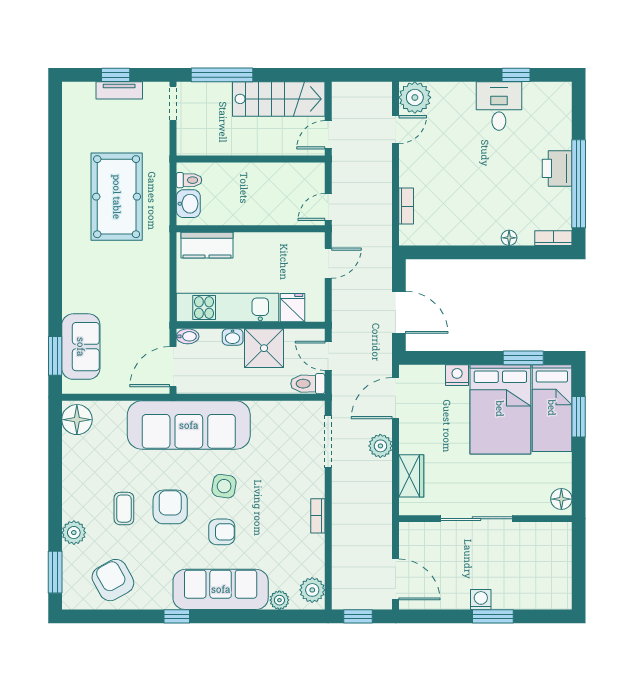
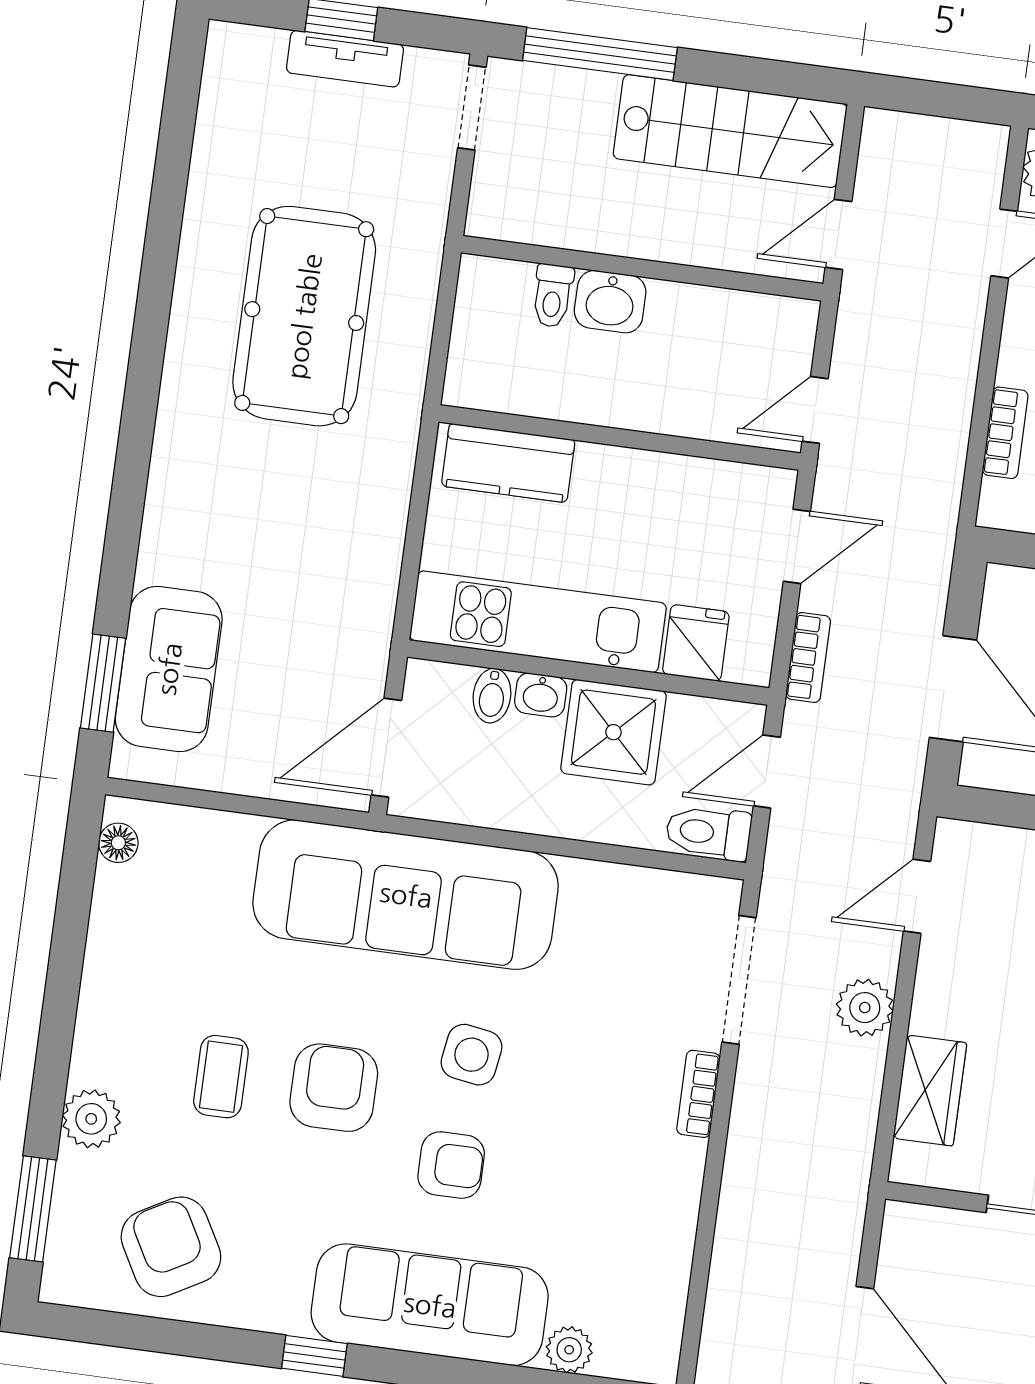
toilet: (189, 180) -> (553, 296), moved, turned 90
washbasin: (188, 204) -> (610, 302), moved, turned 90
bookcase: (339, 307) -> (808, 657), added
bidet: (188, 336) -> (492, 696), moved, turned 90
door: (328, 356) -> (767, 772), hinge flipped
door: (396, 398) -> (917, 896), width x0.73
floor lamp: (77, 420) -> (118, 843), width x0.53, depth x0.53
bookcase: (318, 516) -> (698, 1094), moved
plant: (312, 590) -> (652, 1336), removed

